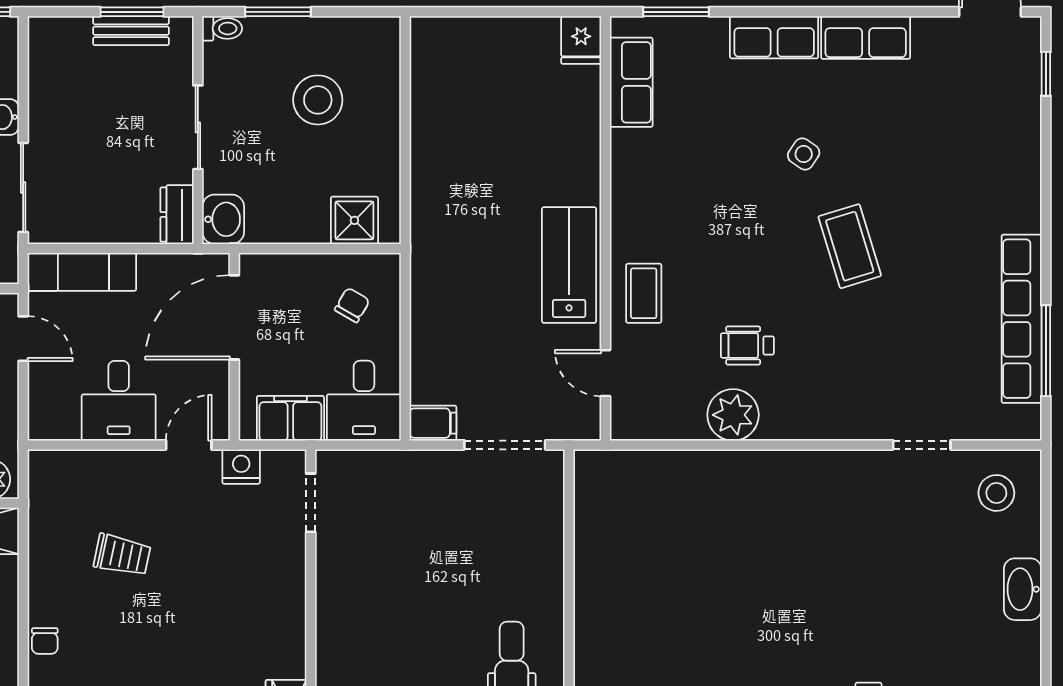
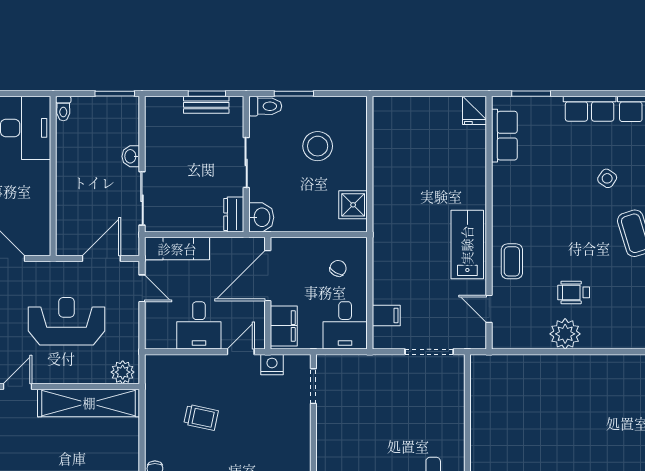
toilet: (222, 28) -> (265, 106), width x1.37, depth x1.39
shower: (354, 220) -> (353, 205), moved
filing cabinet: (290, 418) -> (284, 326), moved, turned 90
filing cabinet: (433, 423) -> (386, 315), moved

